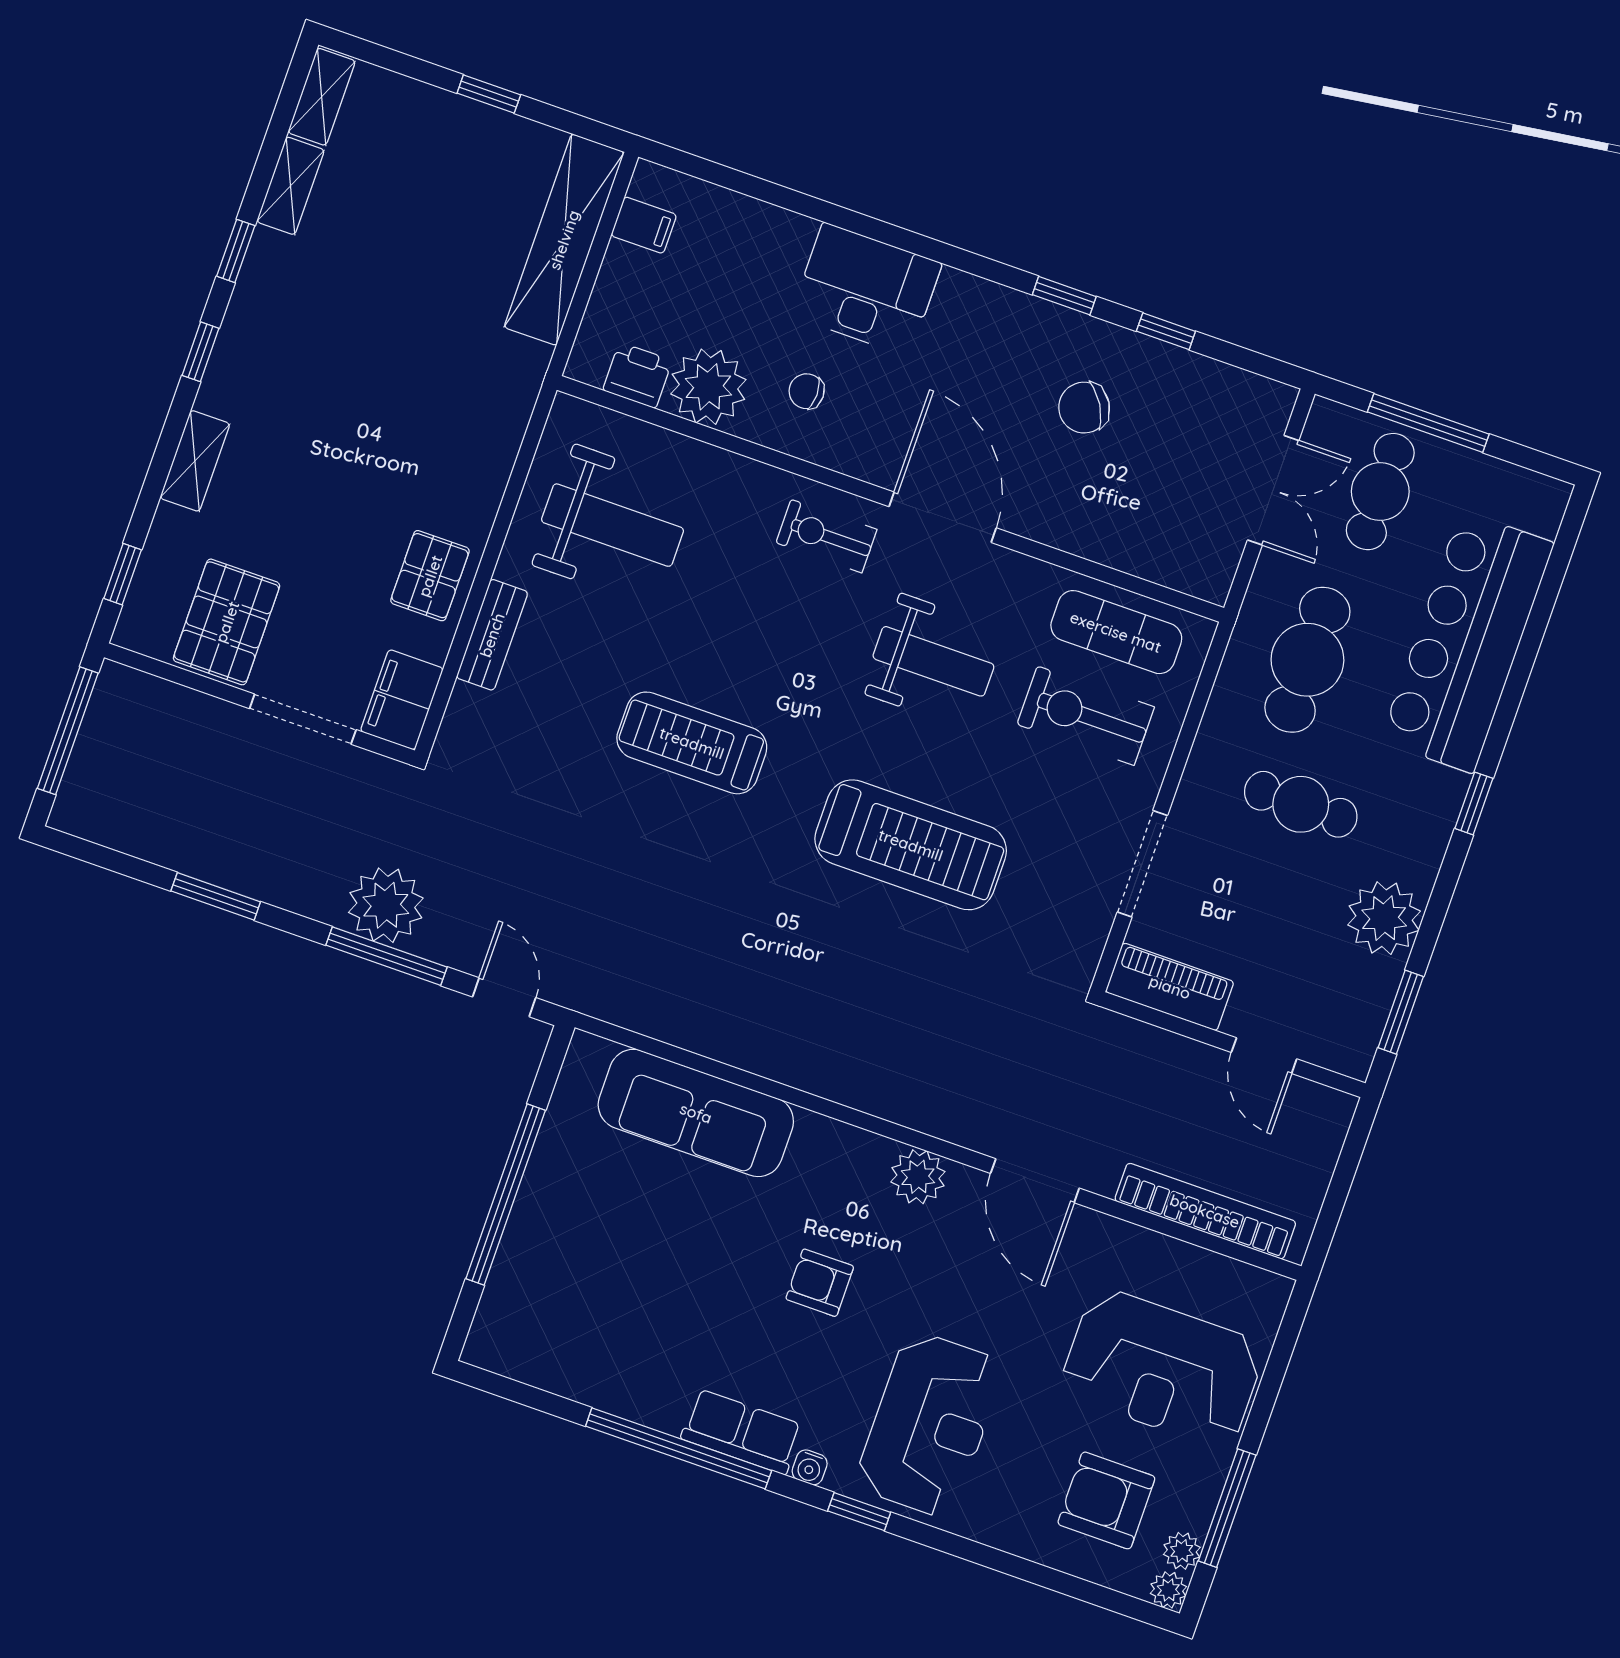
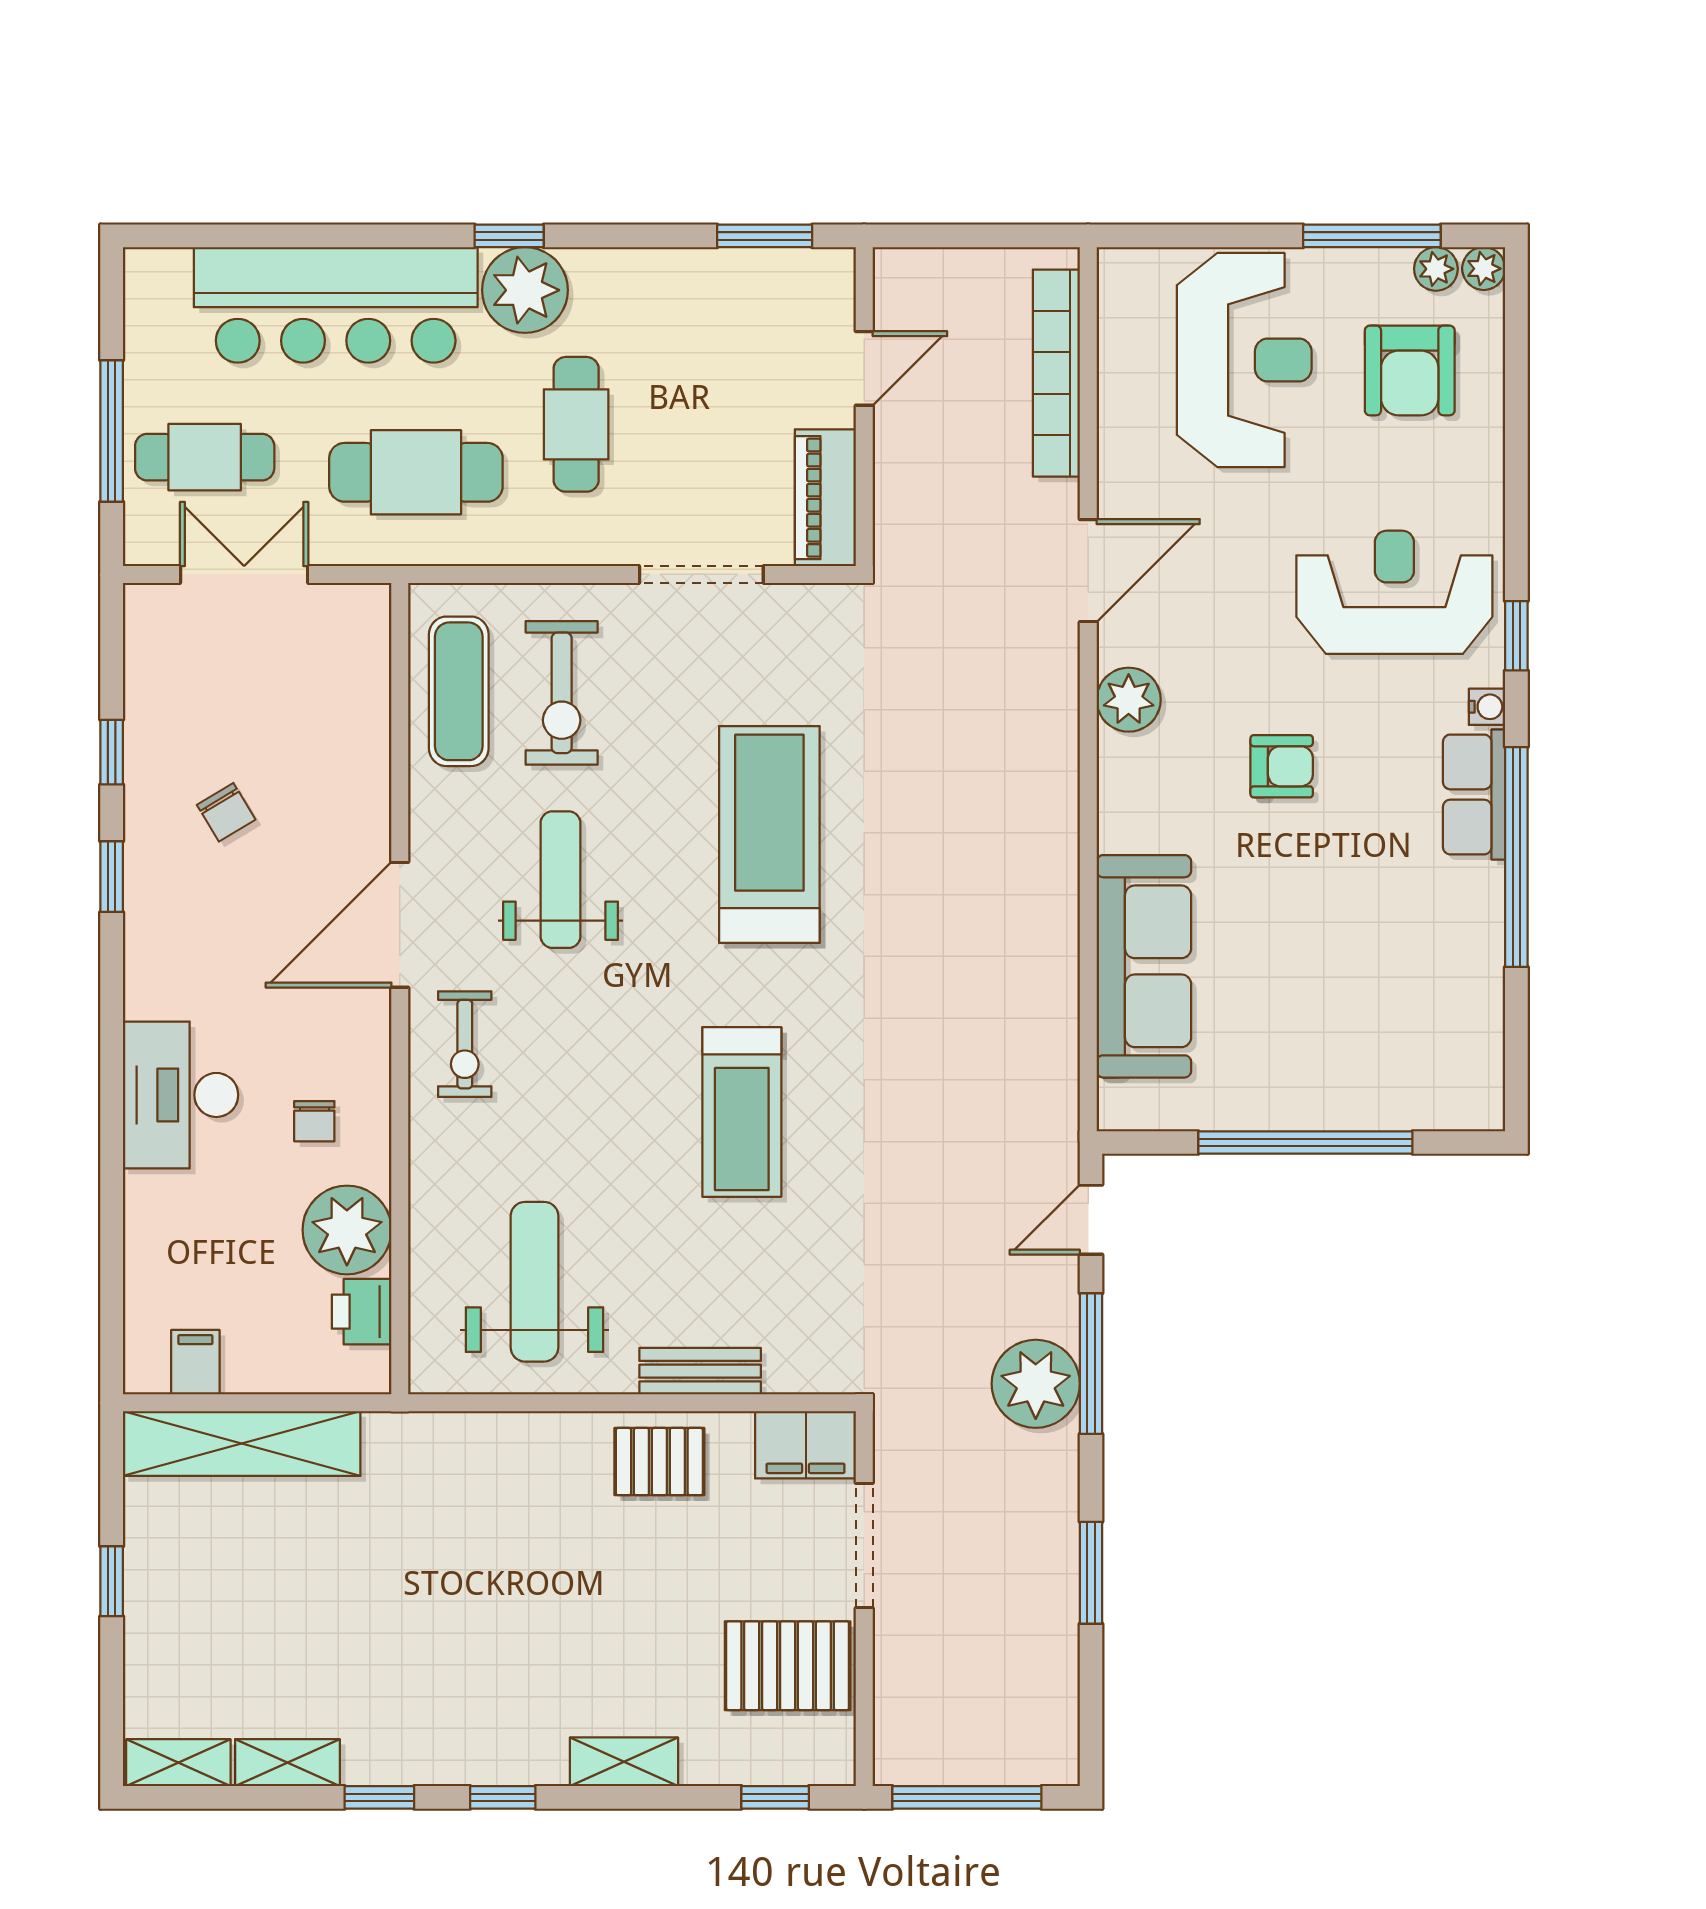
chair: (1084, 408) -> (226, 812), width x0.73, depth x0.73
plant: (1384, 918) -> (525, 290), moved
armchair: (820, 1283) -> (1282, 766), turned -90

